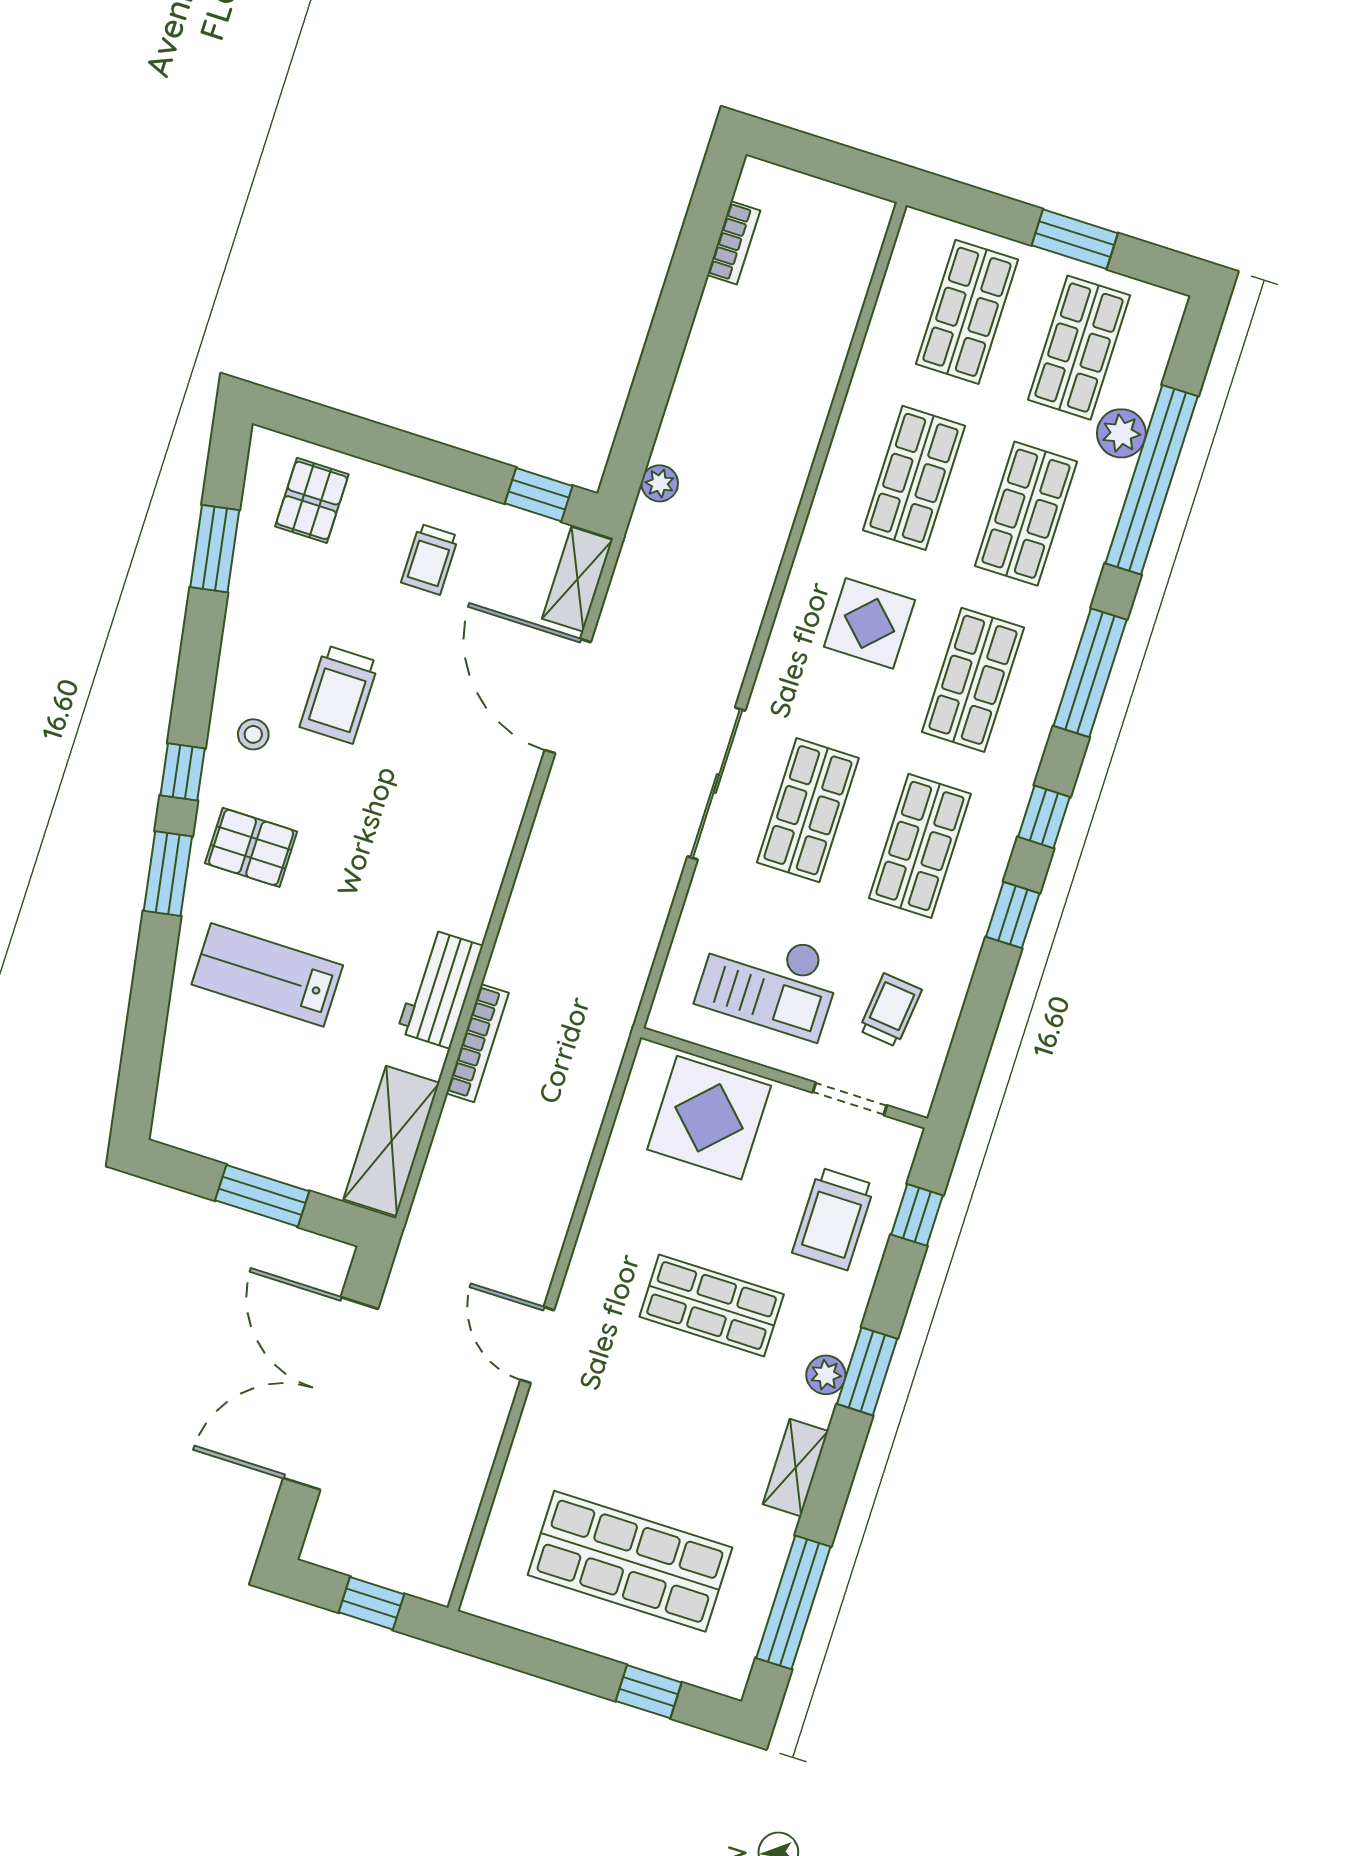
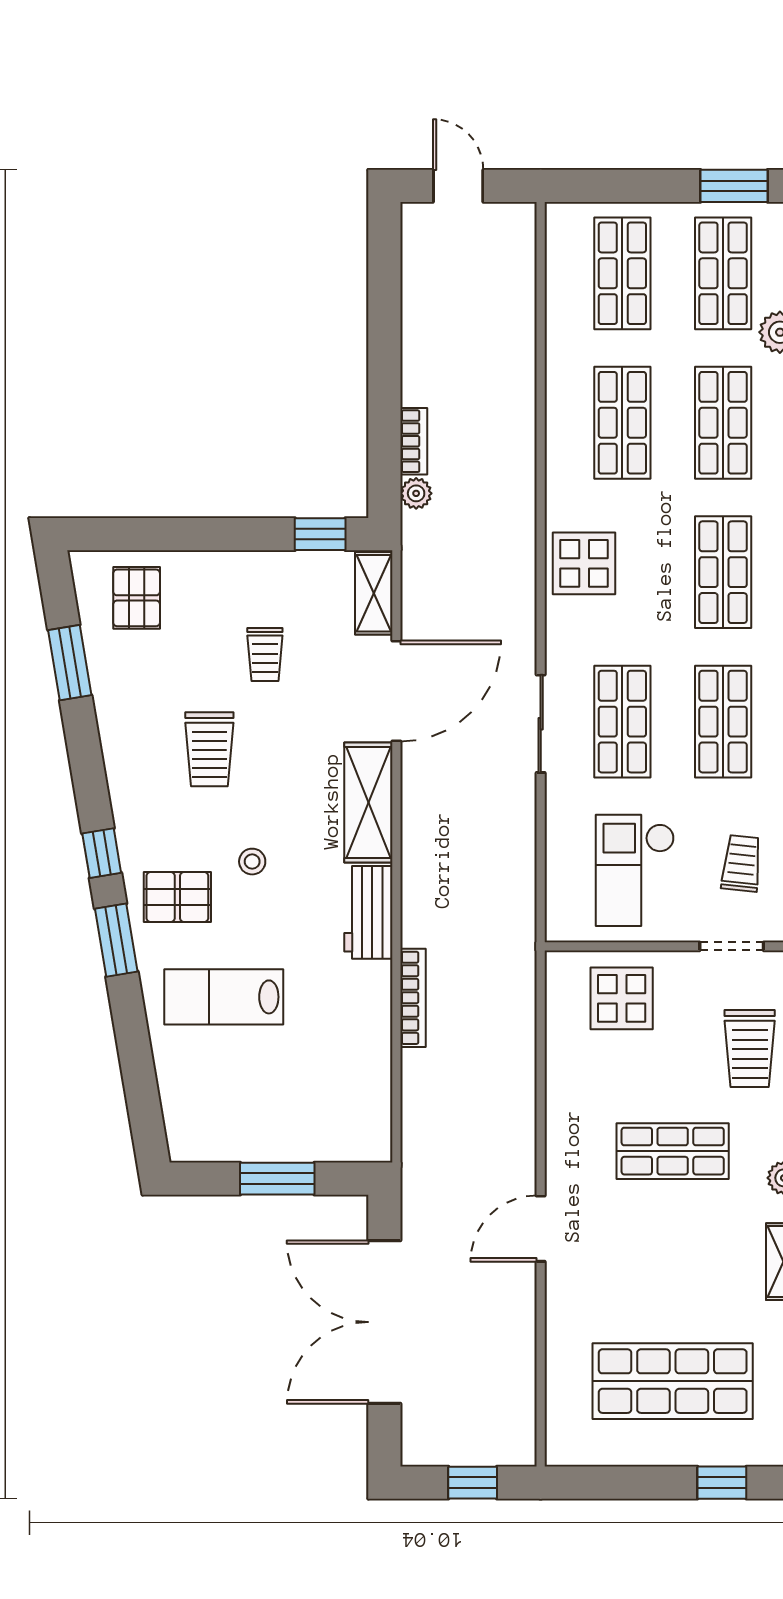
door: (816, 156) -> (458, 186), added
window: (1075, 239) -> (734, 186), moved
bookcase: (734, 243) -> (414, 441), moved
trolley: (430, 559) -> (265, 654), moved
display table: (869, 623) -> (584, 563), moved
door: (568, 696) -> (396, 691), swing flipped
stool: (253, 734) -> (252, 862), moved
sliding door: (716, 784) -> (541, 724), width x0.73
checkout: (769, 980) -> (635, 870), turned 90
workbench: (440, 989) -> (368, 912), moved
display table: (709, 1118) -> (622, 998), width x0.73, depth x0.73
shelving: (391, 1141) -> (368, 803), moved
door: (537, 1345) -> (541, 1229), hinge flipped

